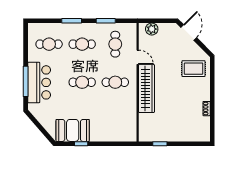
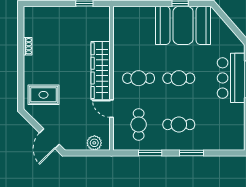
cafe table: (49, 44) -> (219, 124), removed
booth: (73, 130) -> (183, 25), width x1.36, depth x1.42

